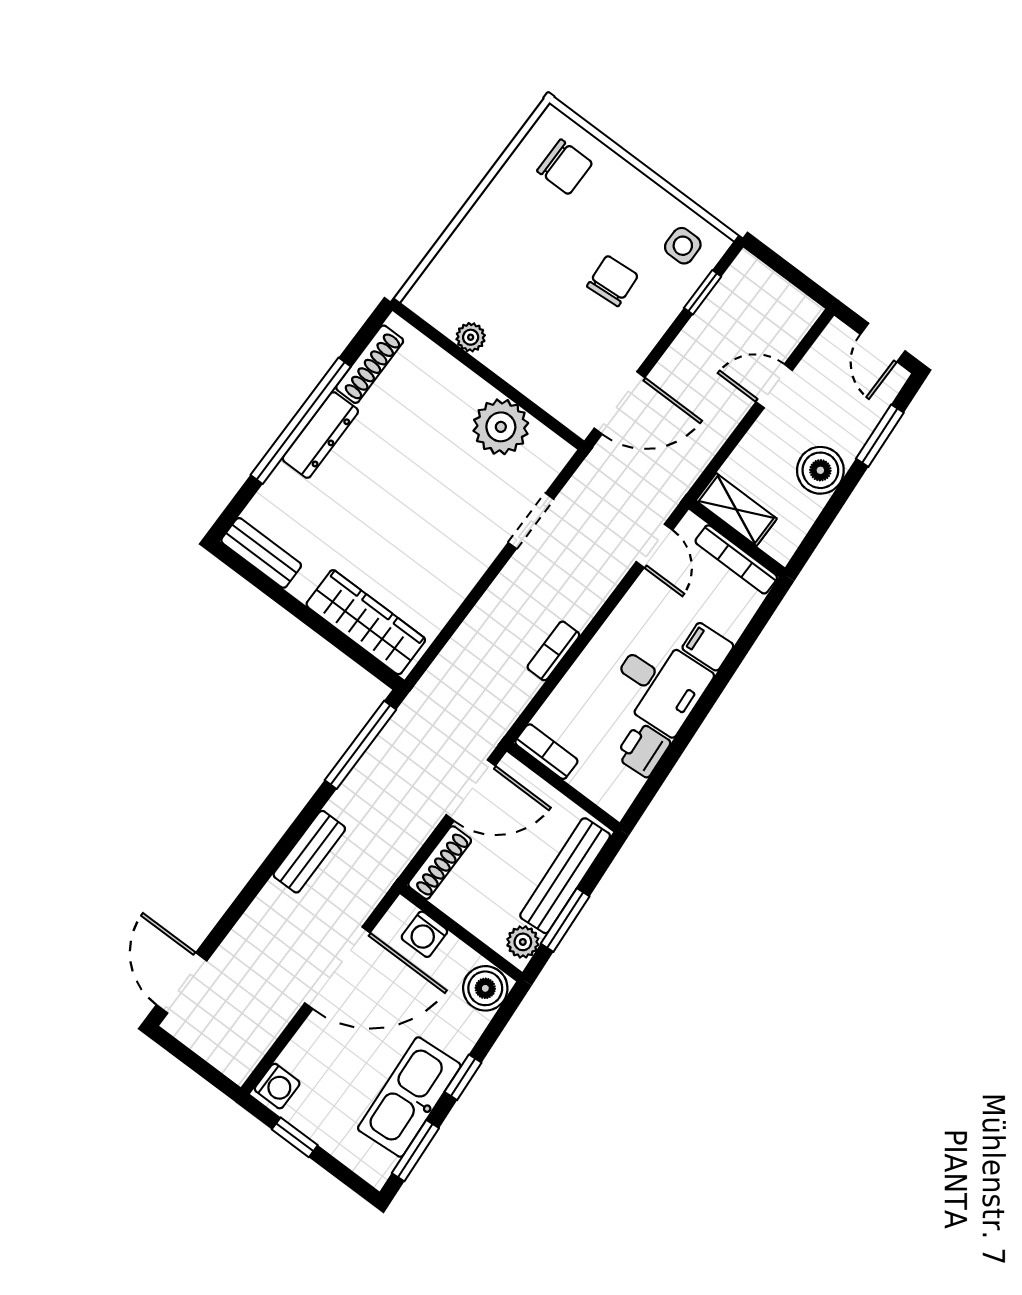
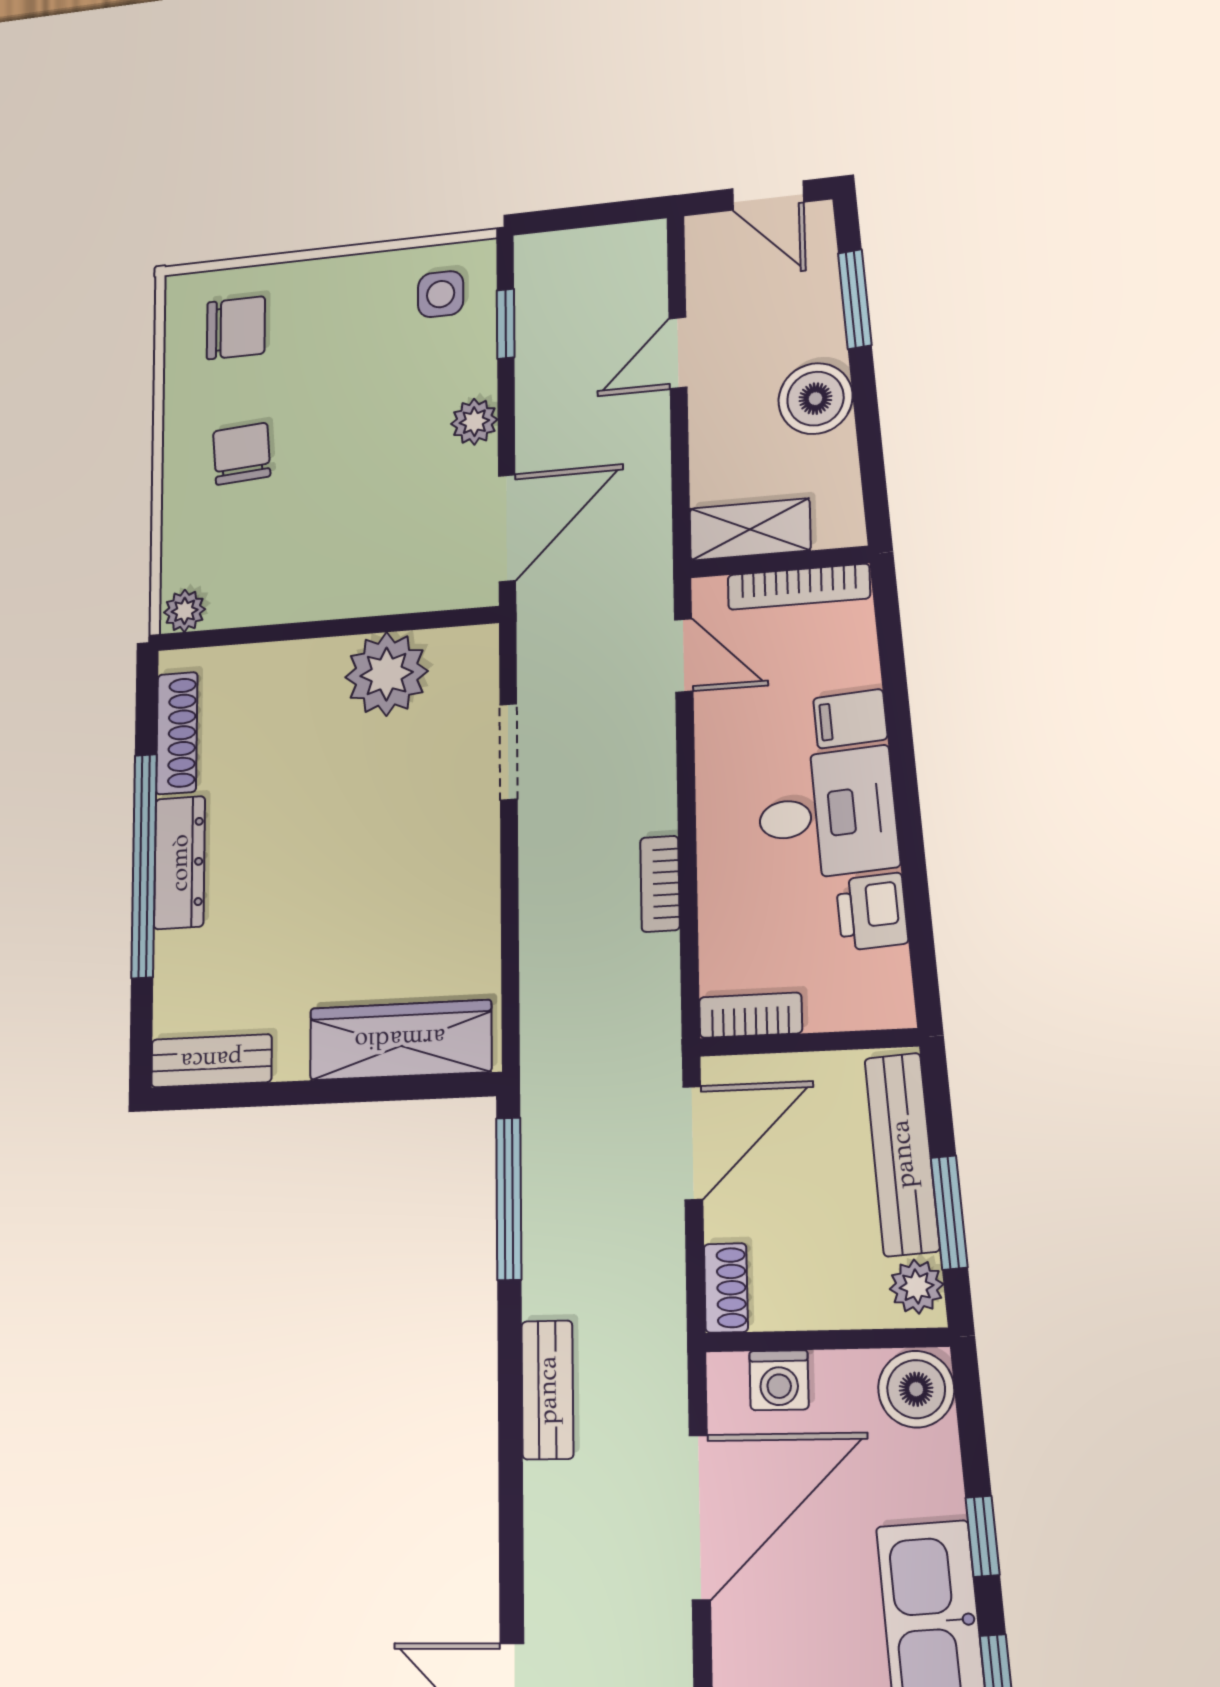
chair: (612, 281) -> (242, 454), moved
plant: (647, 331) -> (474, 422), added
plant: (471, 337) -> (185, 611), moved
shoe rack: (440, 863) -> (726, 1288), width x0.70

